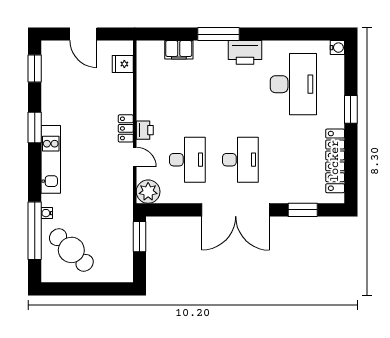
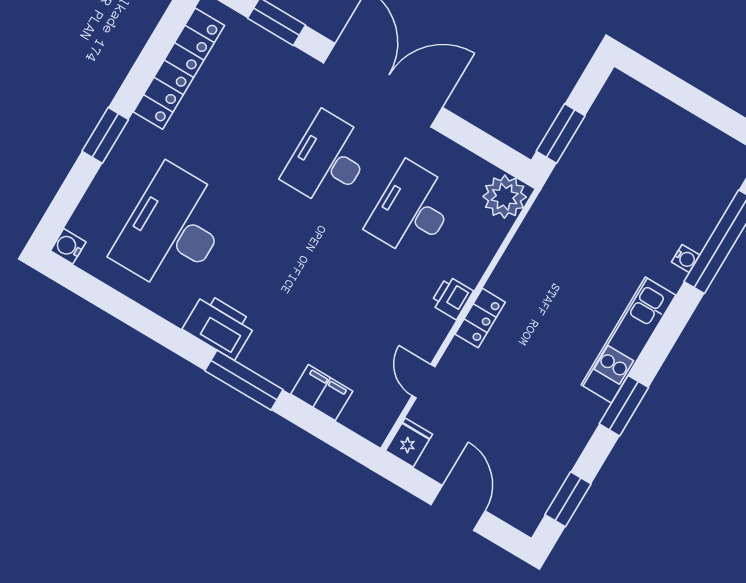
fridge: (123, 64) -> (409, 442), moved, turned -90
door: (135, 157) -> (423, 381), moved
cafe table: (71, 250) -> (682, 177), removed

